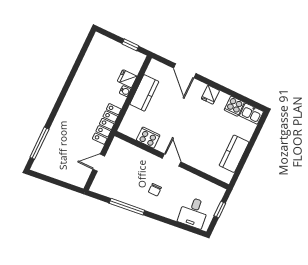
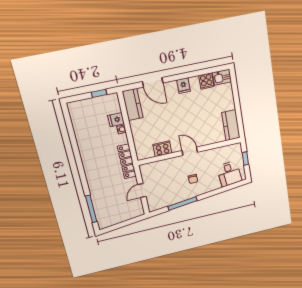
kitchen counter: (144, 93) -> (133, 104), moved
kitchen counter: (234, 154) -> (231, 125), moved

